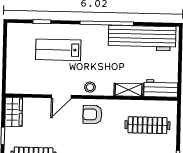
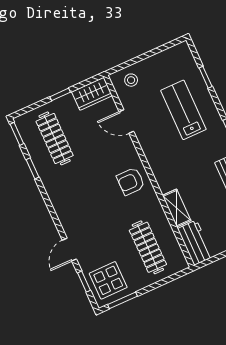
stool: (90, 87) -> (131, 80), moved
door: (61, 97) -> (126, 122), moved
armchair: (92, 114) -> (131, 181), turned -90

